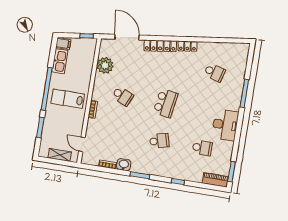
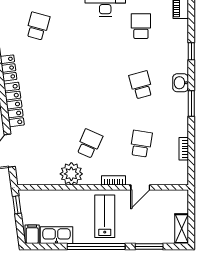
plant: (105, 65) -> (71, 174), moved
lab bench: (68, 99) -> (105, 216), turned 180
school desk: (165, 103) -> (141, 144), moved, width x0.54
door: (82, 144) -> (140, 187), moved
shelving: (60, 155) -> (182, 229), moved
washbasin: (124, 165) -> (181, 83), moved

